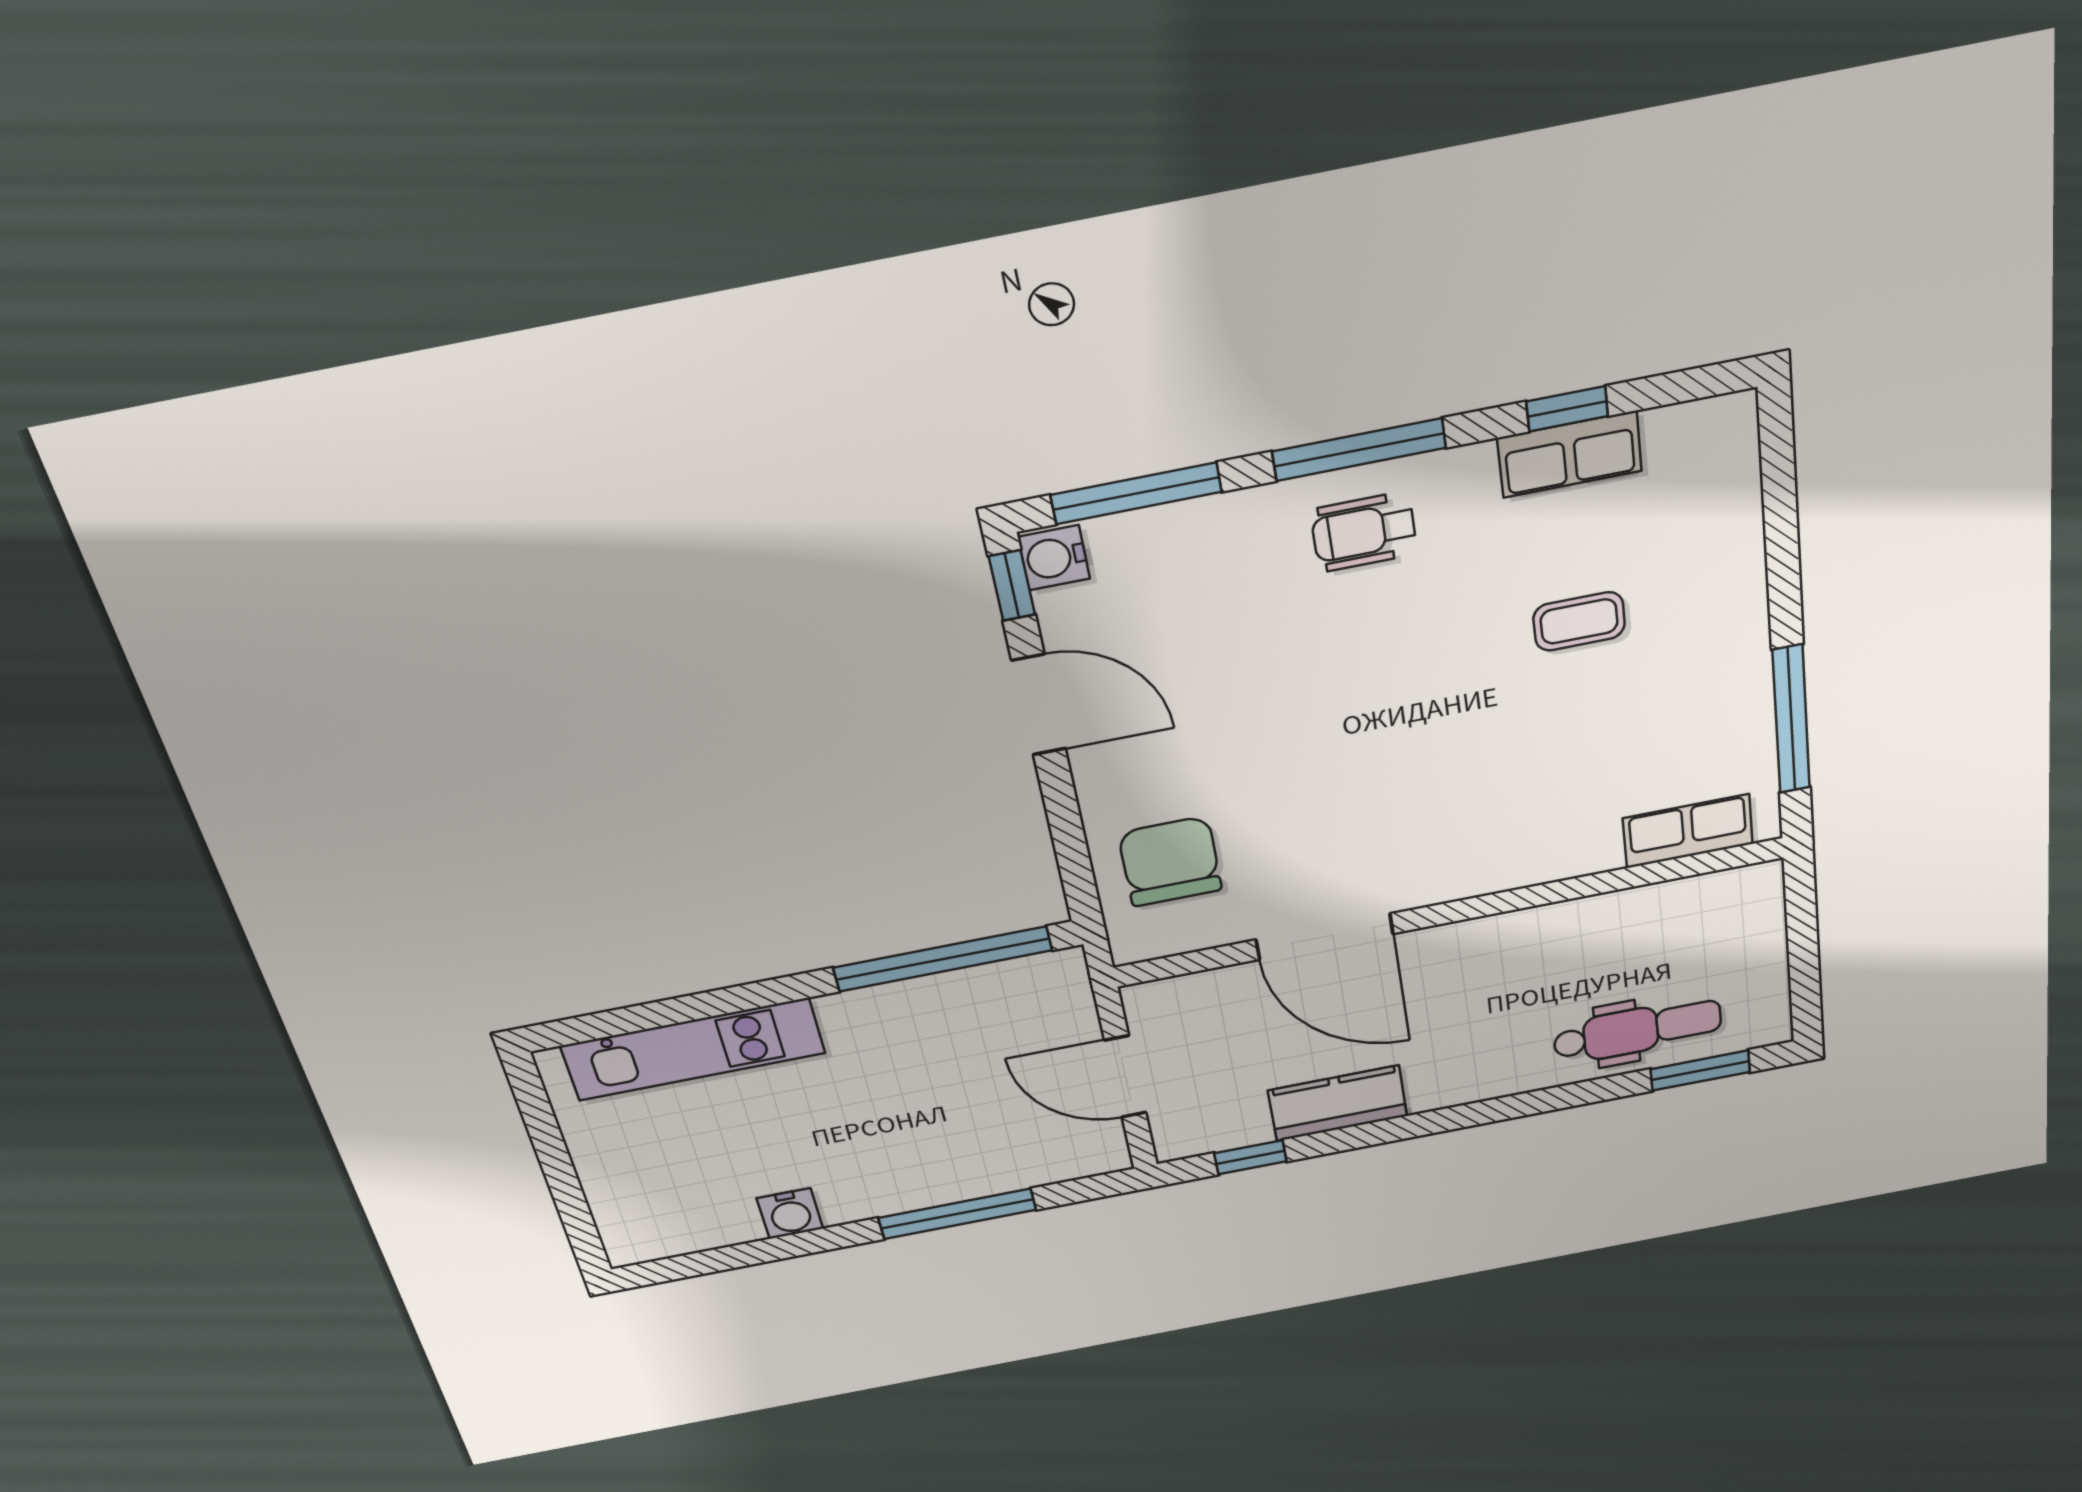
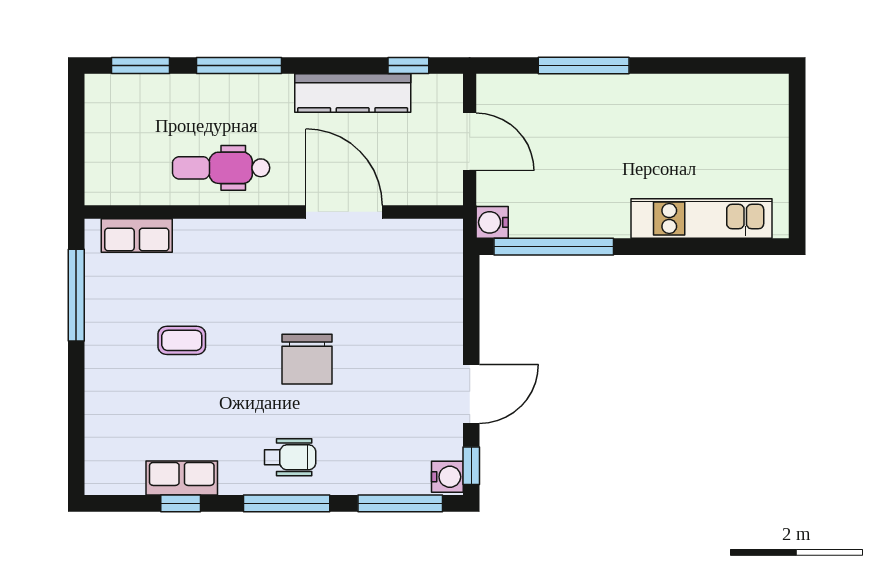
coffee table: (1579, 621) -> (182, 340), moved
door: (1039, 705) -> (471, 394), swing flipped
chair: (1170, 862) -> (307, 359), moved
dental chair: (1637, 1030) -> (221, 168), moved
window: (1535, 1102) -> (239, 66), added
kitchen counter: (1338, 1103) -> (353, 93), width x1.50
water cooler: (790, 1213) -> (492, 222), moved, turned -90

